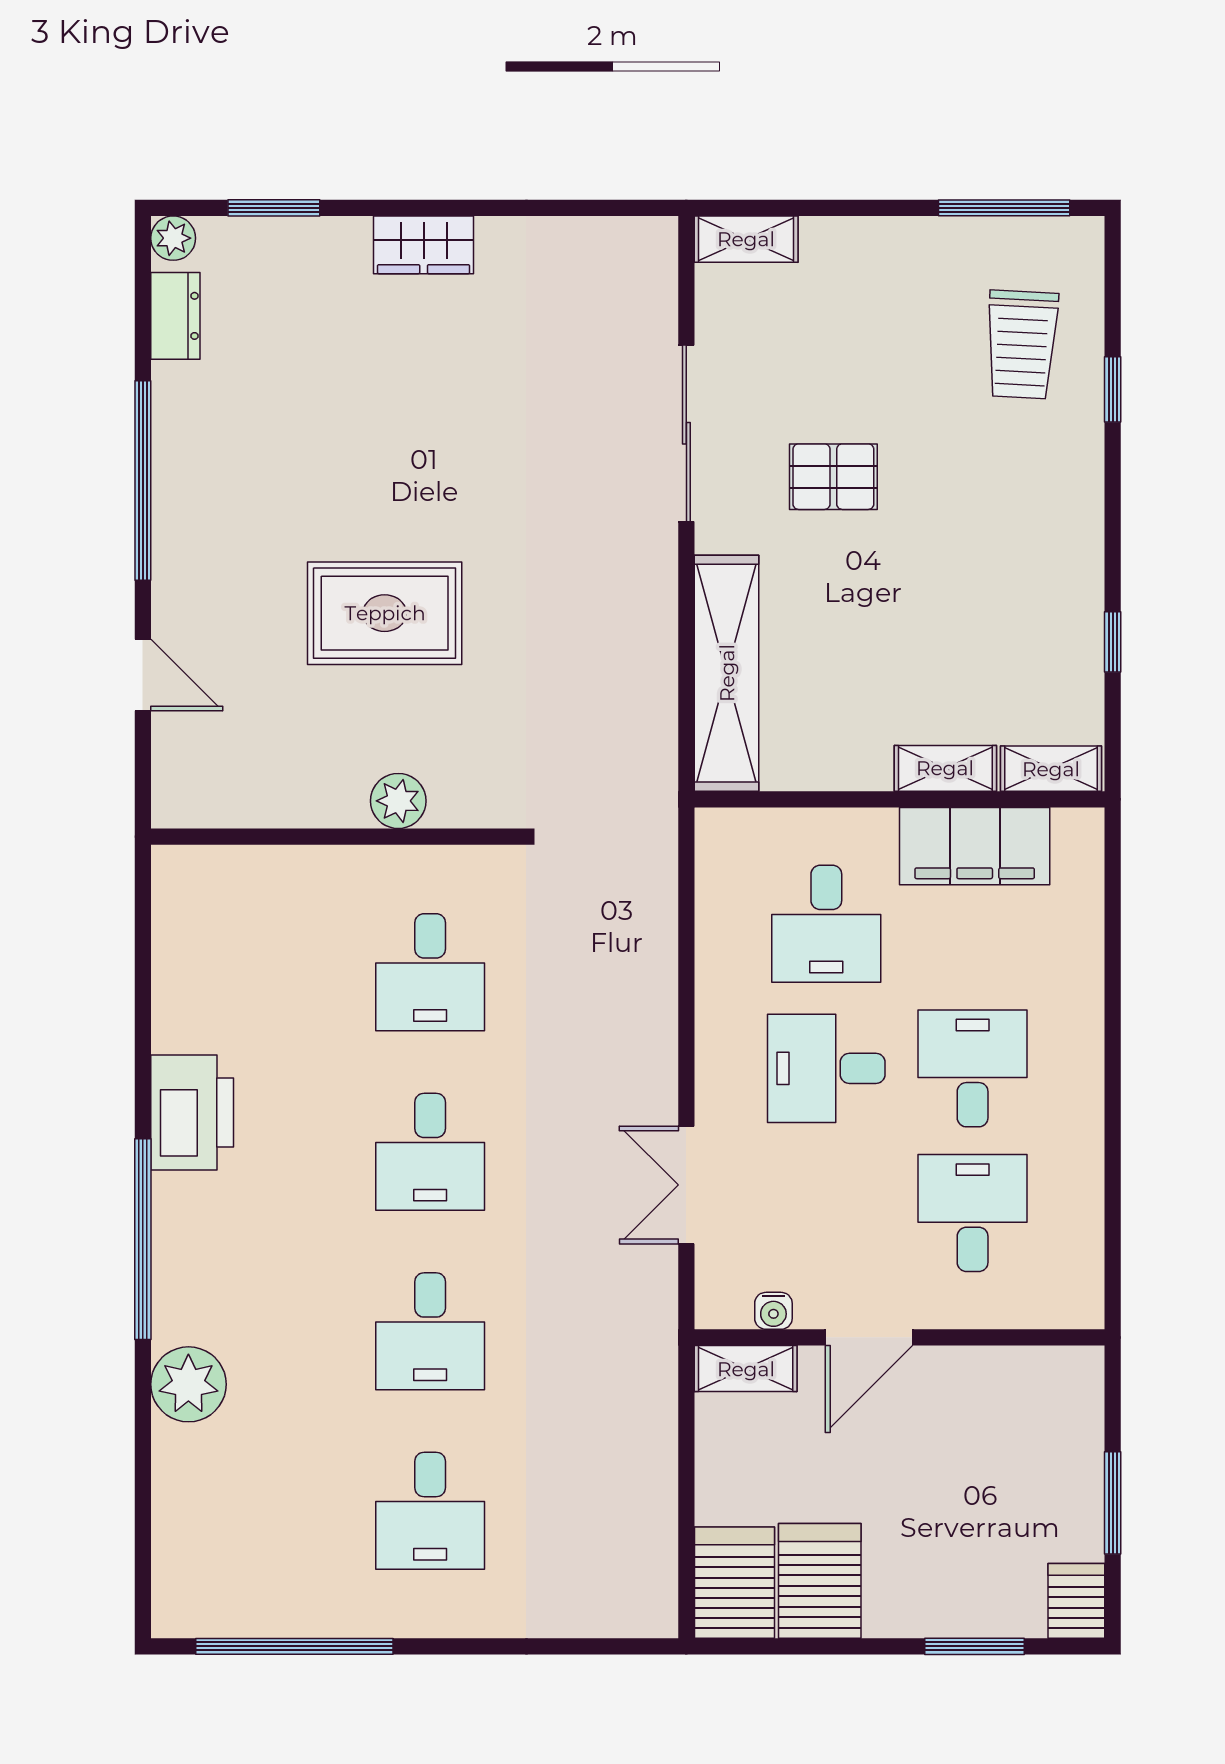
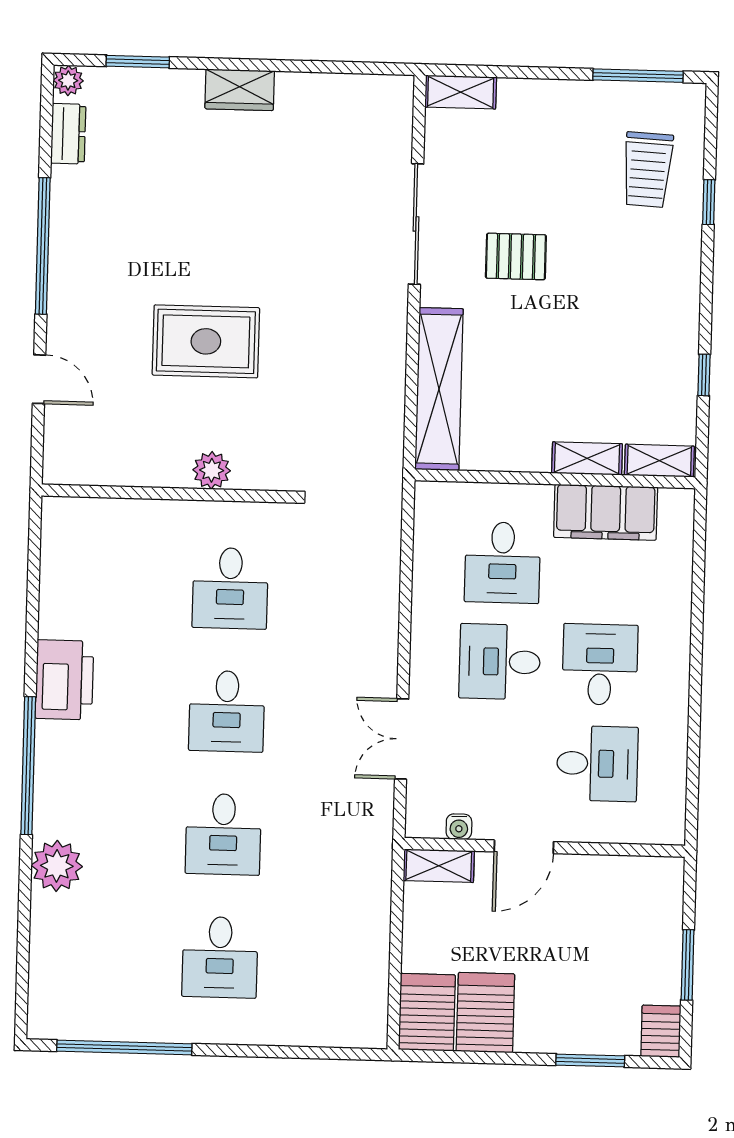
desk: (973, 1213) -> (597, 764), turned 90

